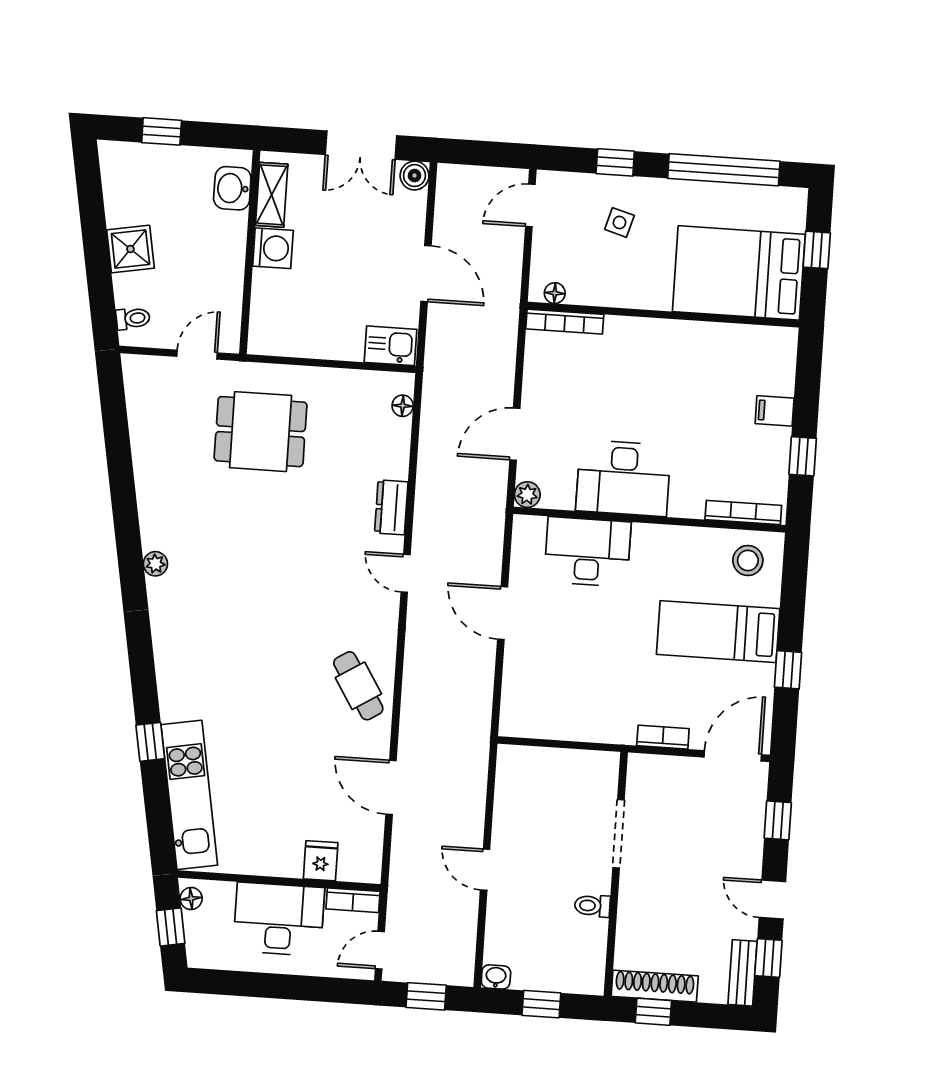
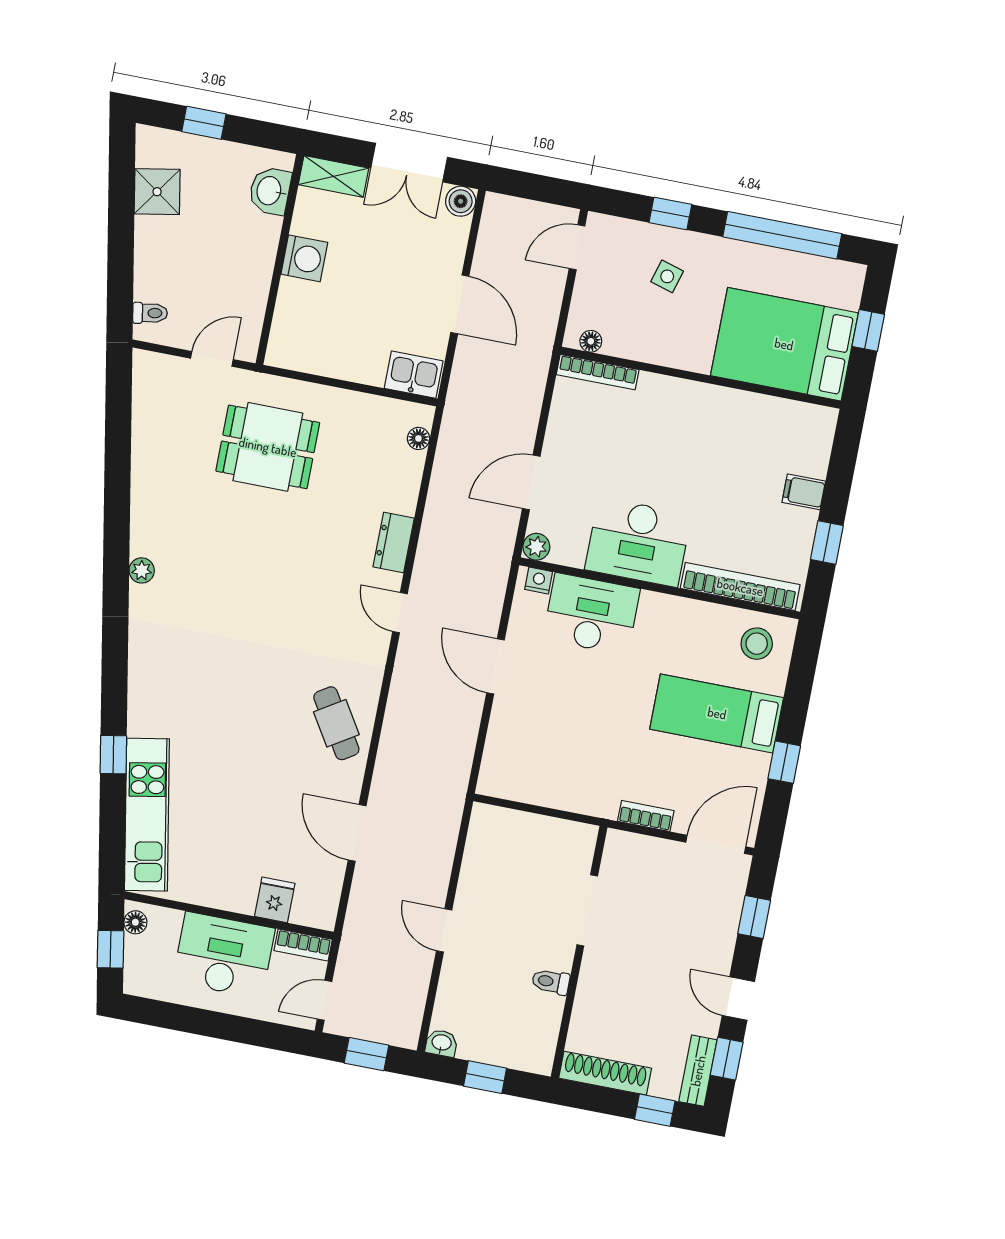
shelving: (272, 195) -> (334, 176), moved, turned 90
shower: (130, 249) -> (157, 192), moved
bookcase: (743, 512) -> (740, 587), width x1.48, depth x1.31
nightstand: (533, 526) -> (539, 580), added
window: (653, 1012) -> (655, 1110), moved

